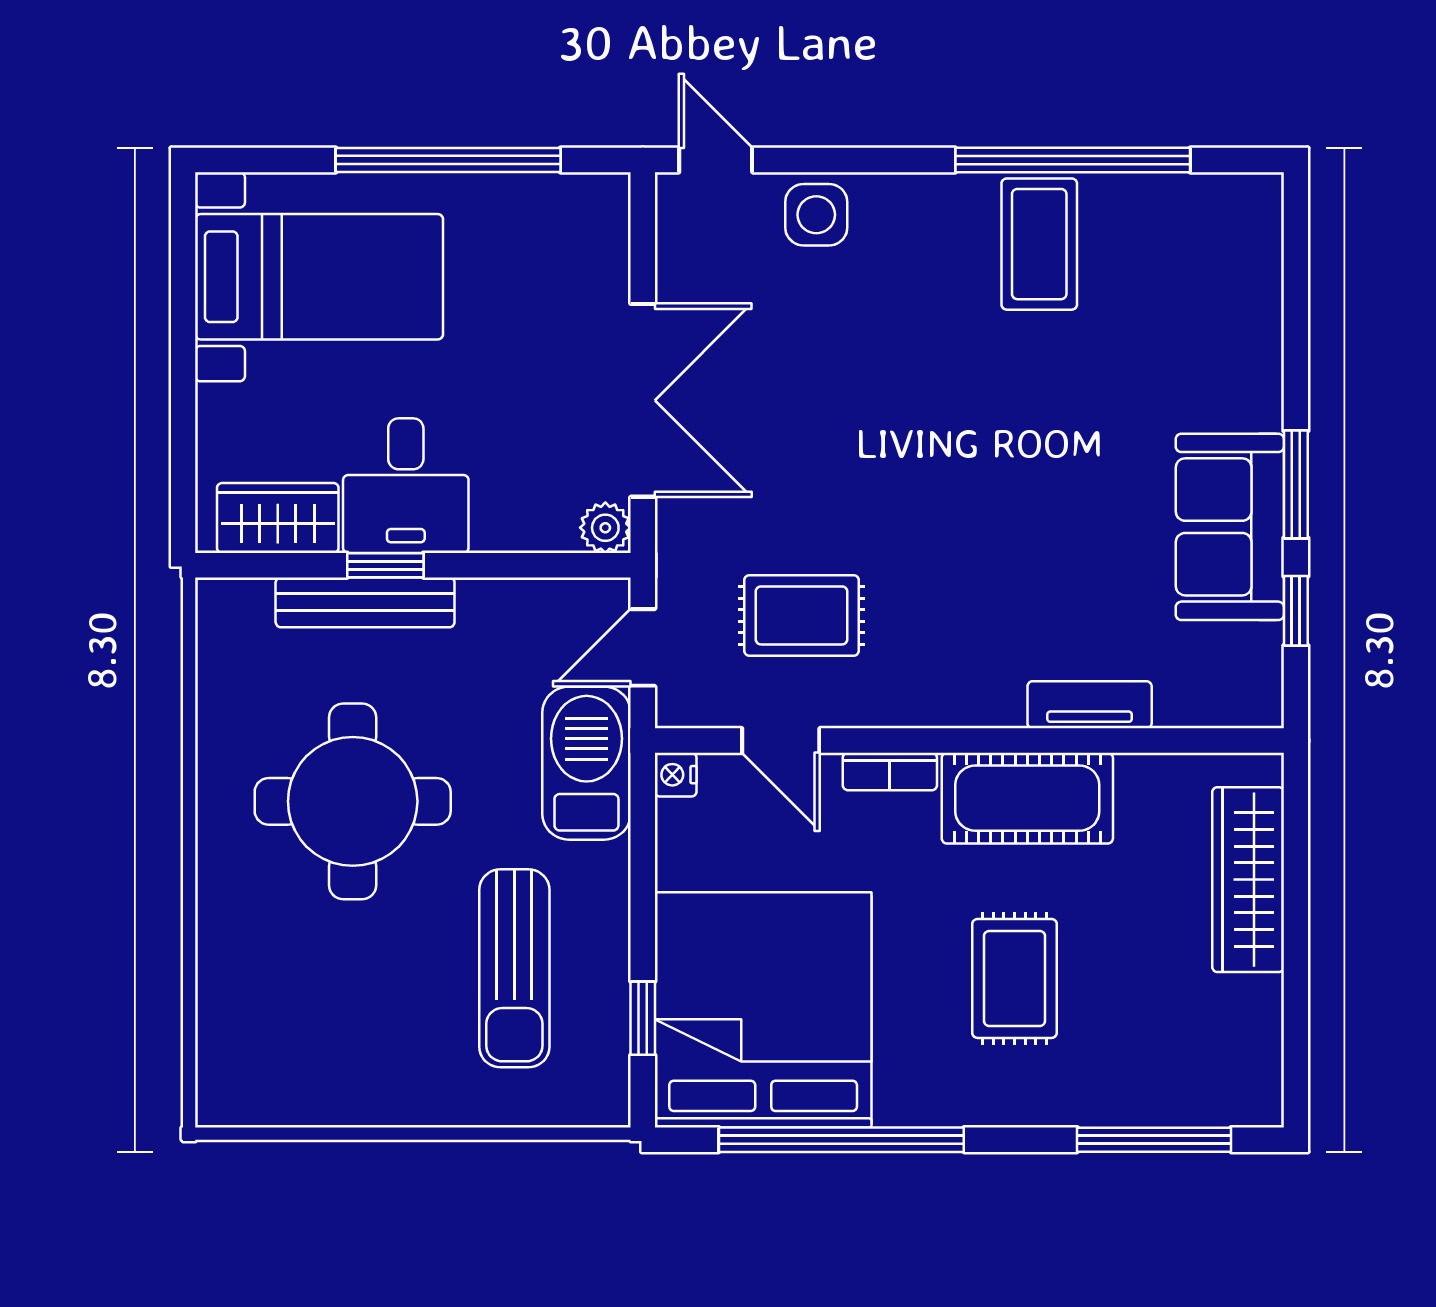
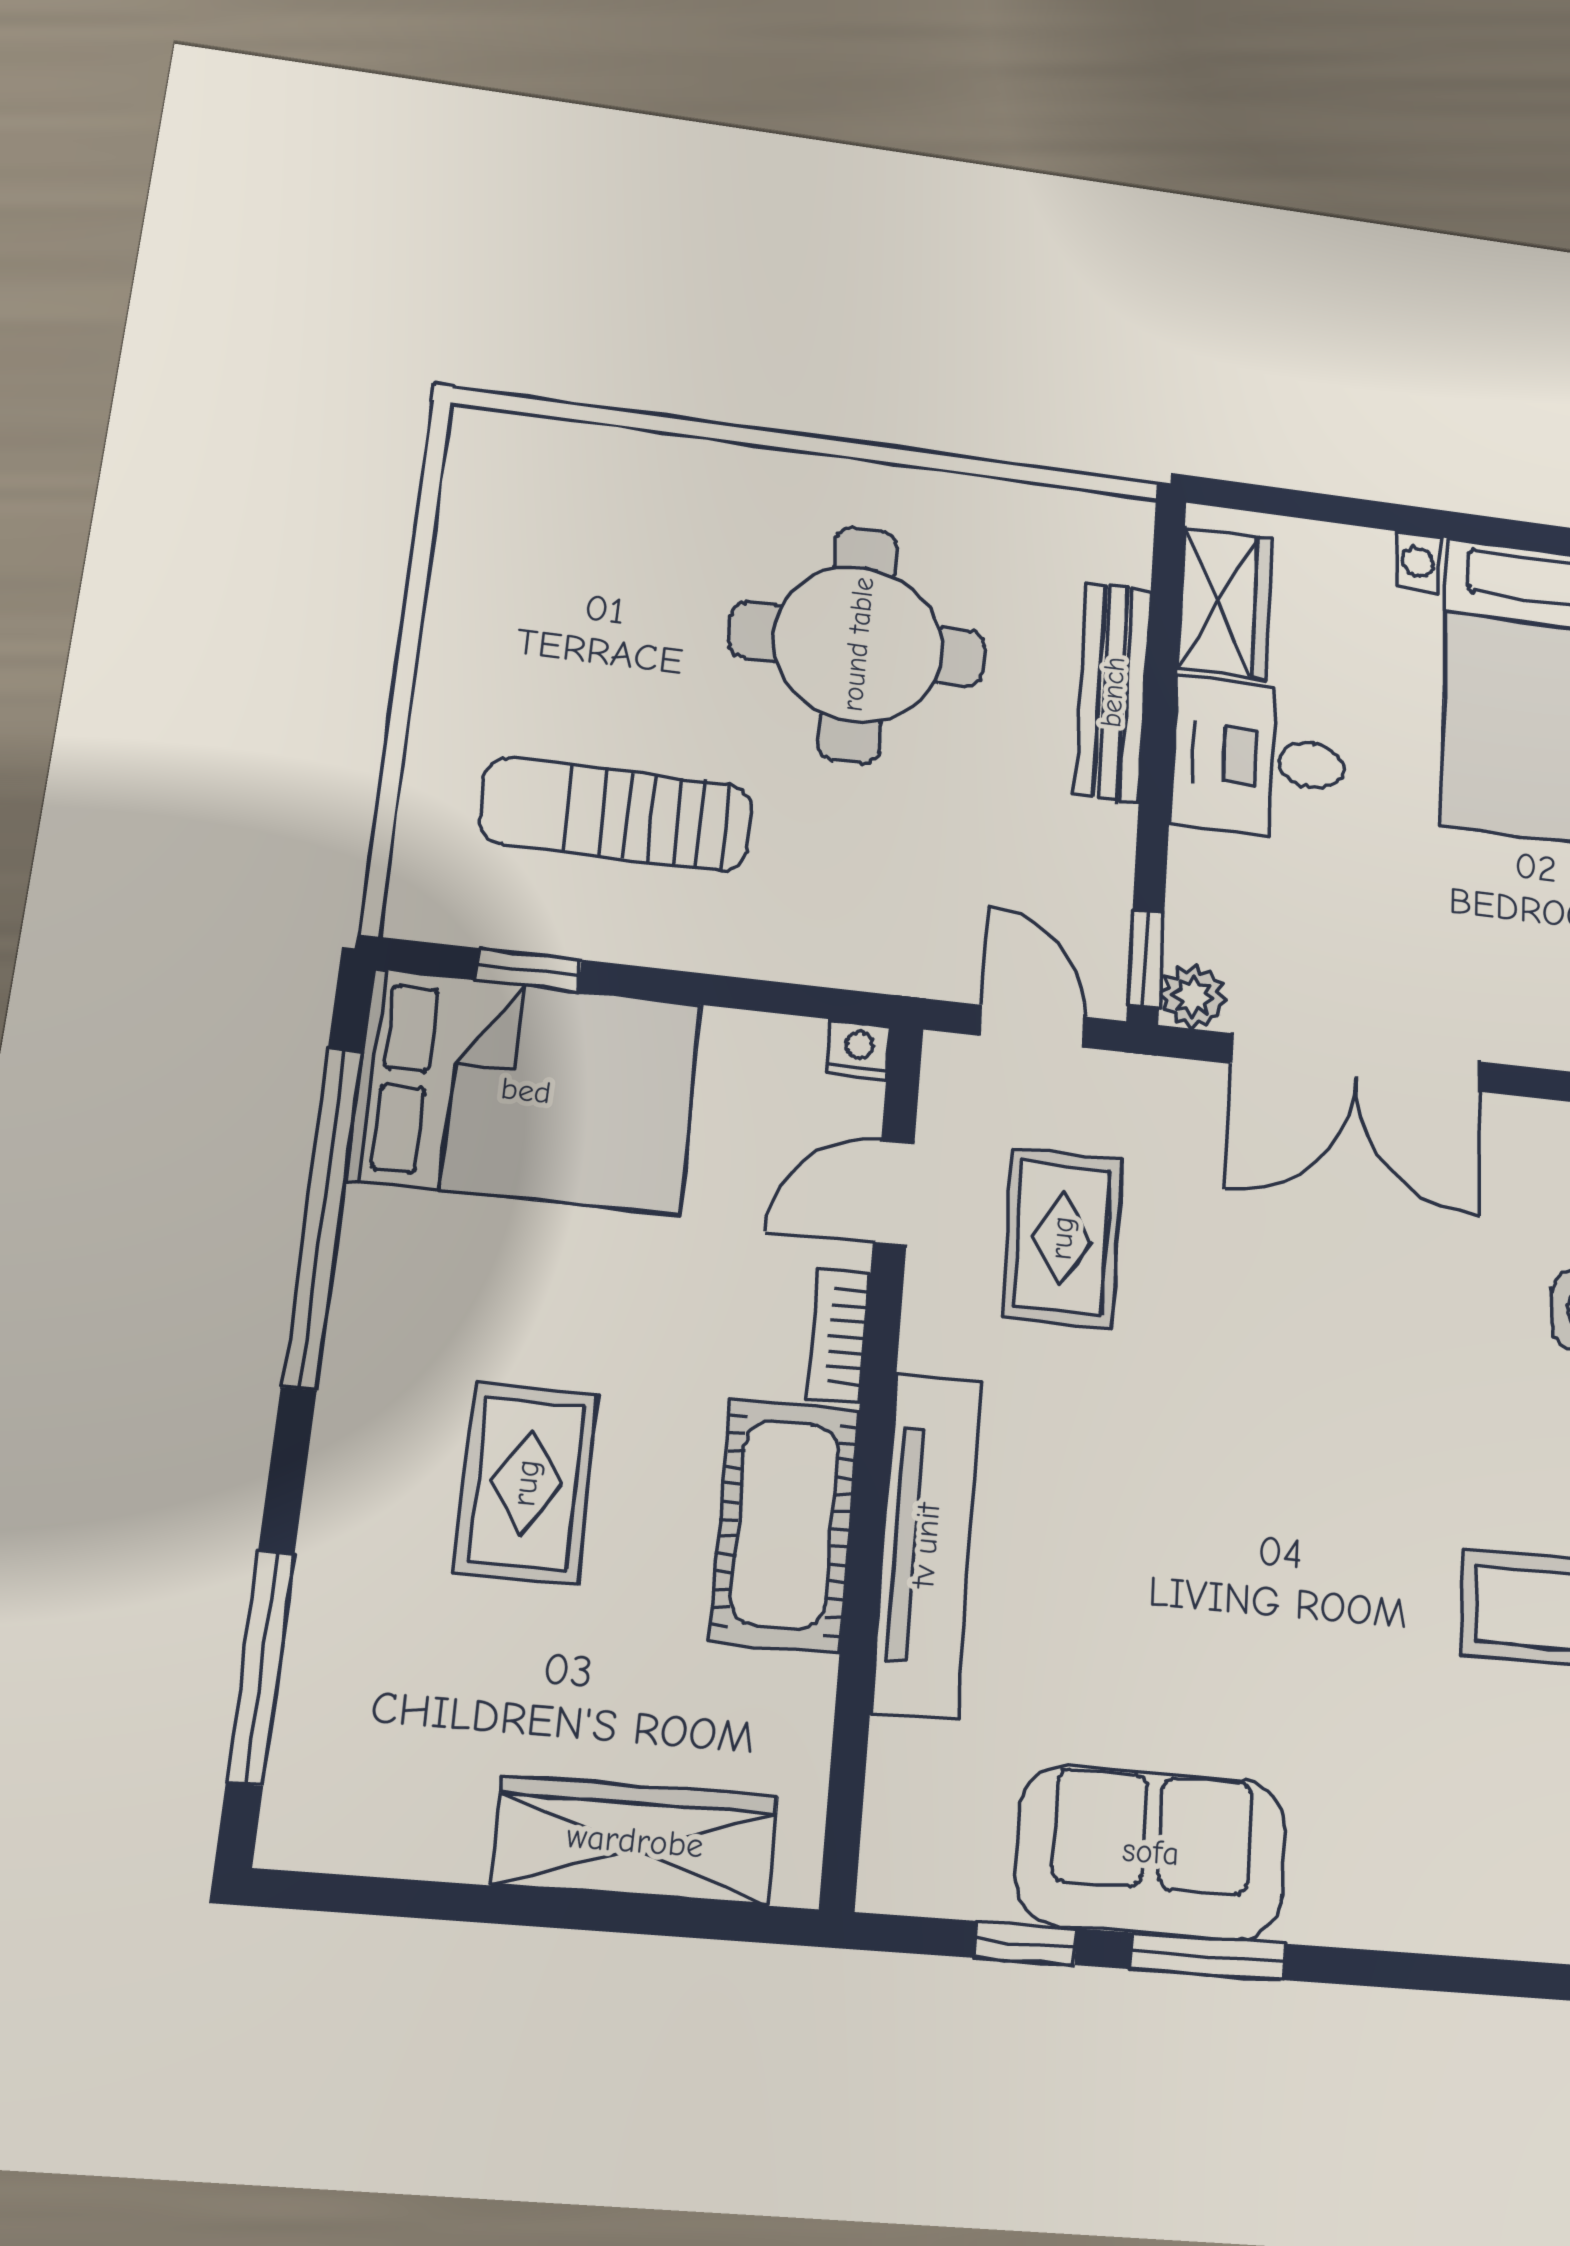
window: (385, 565) -> (1146, 959), moved
tv unit: (1090, 705) -> (926, 1545), width x1.92, depth x1.29
barbecue: (586, 763) -> (884, 937), removed
rug: (1015, 978) -> (526, 1483), turned 90
bed: (763, 1010) -> (526, 1091), width x0.73

